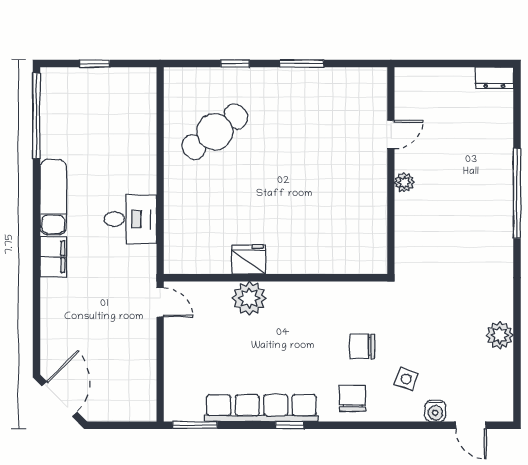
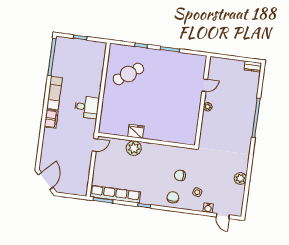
door: (160, 303) -> (95, 145), hinge flipped
row of seats: (261, 408) -> (115, 194), moved

